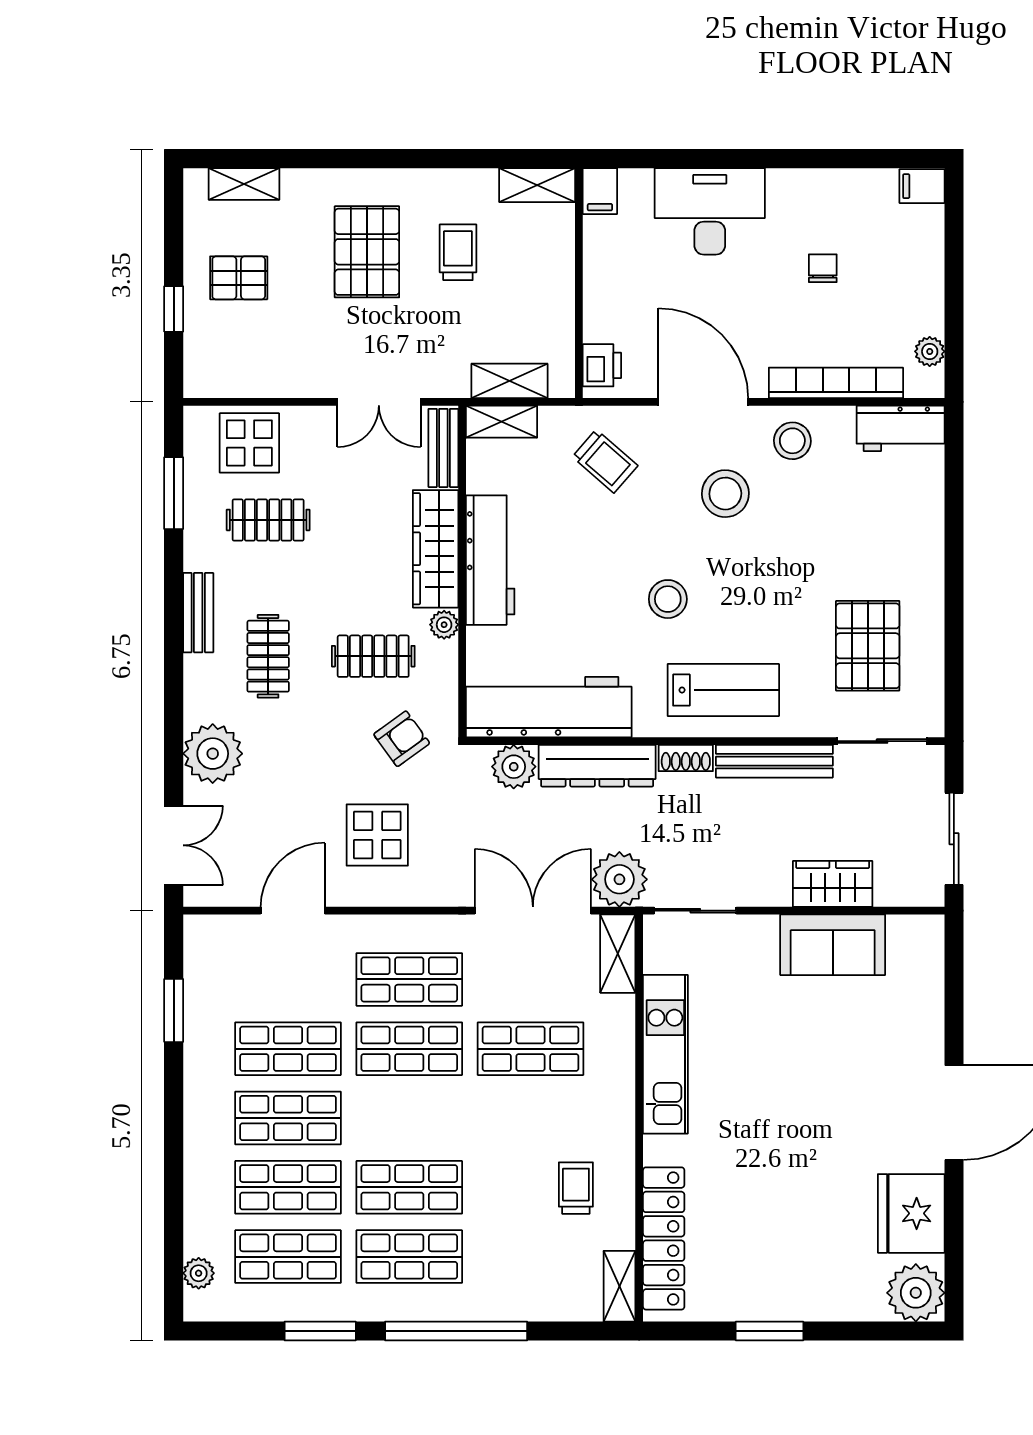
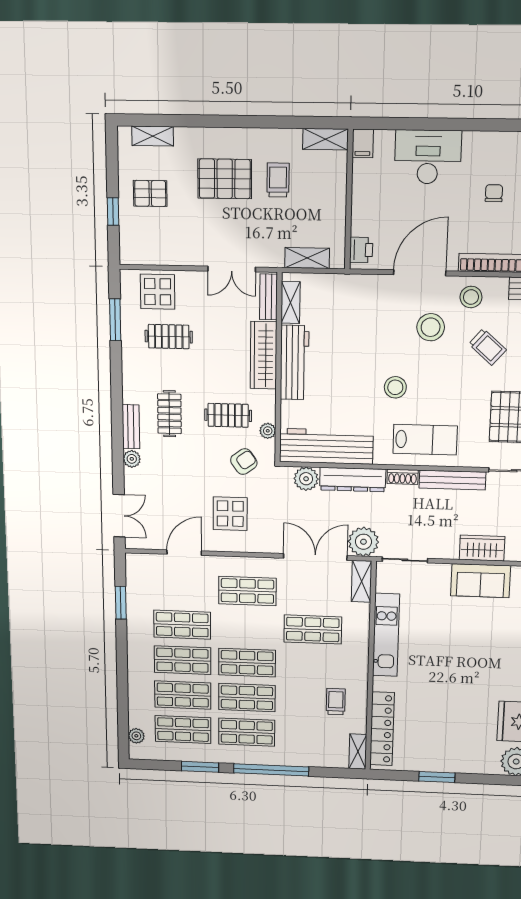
pallet: (367, 252) -> (225, 179), turned 90
door: (703, 402) -> (420, 273), hinge flipped
shelving: (501, 422) -> (291, 303), moved, turned 90
trolley: (605, 461) -> (487, 347), moved
bench: (198, 613) -> (131, 427), moved
plant: (444, 625) -> (268, 431), moved
plant: (213, 754) -> (132, 459), width x0.53, depth x0.53
shop shelf: (409, 1049) -> (247, 663), moved

